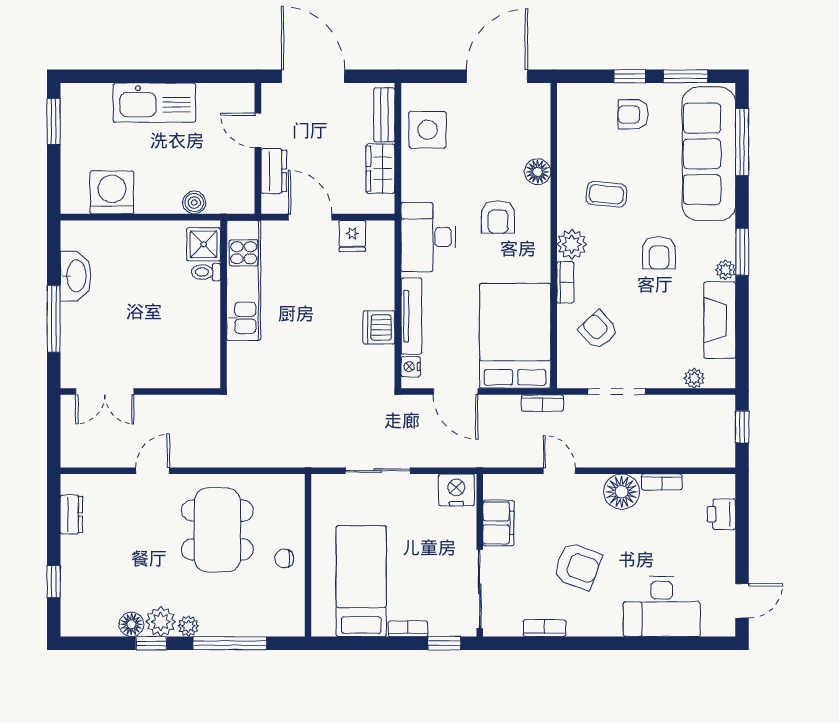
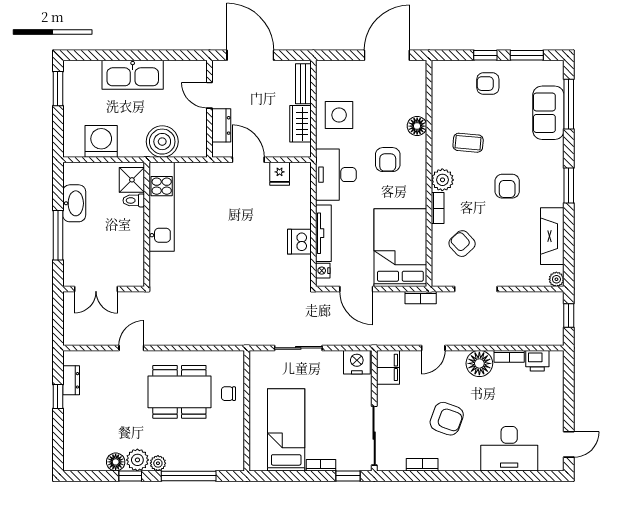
side table: (428, 130) -> (339, 115), moved
sofa: (709, 154) -> (548, 113), width x0.54, depth x0.79
boiler: (194, 203) -> (162, 142), width x1.86, depth x1.86
shower: (204, 244) -> (132, 180), moved
plant: (726, 270) -> (557, 199), removed
toilet: (206, 272) -> (134, 200), moved
kitchen unit: (244, 280) -> (162, 207), moved
wall: (224, 304) -> (147, 224), moved
plant: (694, 378) -> (556, 279), moved
door: (559, 471) -> (433, 348), swing flipped
printer: (721, 514) -> (537, 361), moved, turned -90
filing cabinet: (498, 523) -> (388, 367), moved
dining table: (217, 530) -> (179, 392), turned 90
chair: (284, 558) -> (229, 394), moved
window: (54, 581) -> (58, 397), moved

